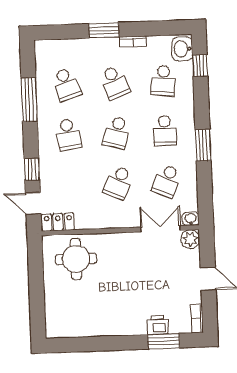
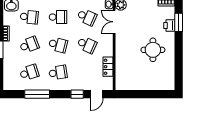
locker: (58, 222) -> (108, 67), moved
round table: (76, 259) -> (153, 50), moved

